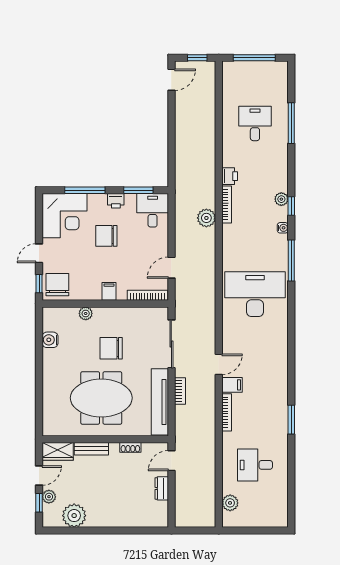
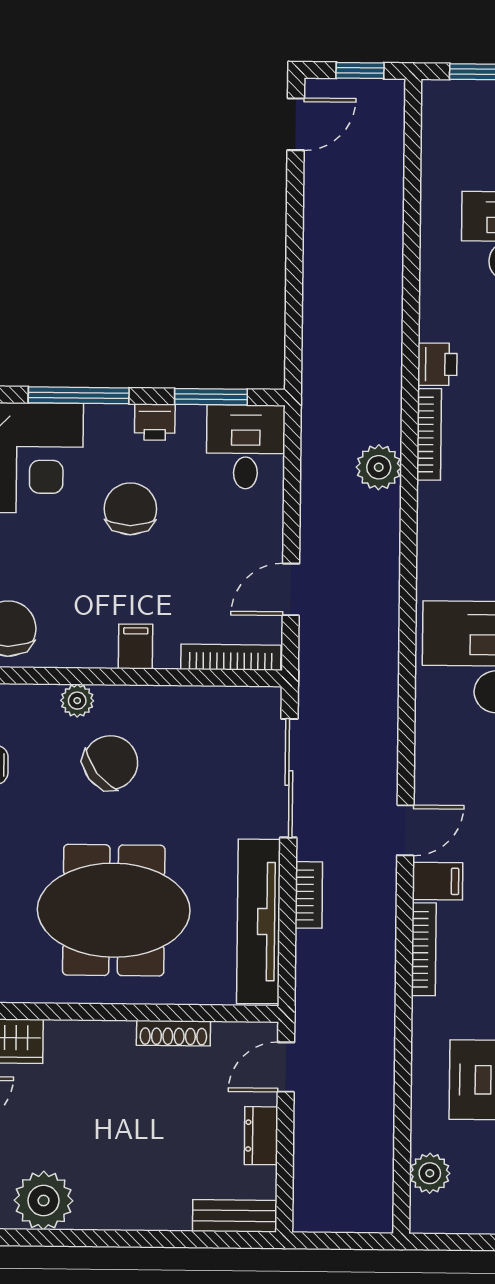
chair: (106, 236) -> (130, 509), turned 90
chair: (111, 348) -> (110, 763), moved, turned 142
shoe rack: (130, 447) -> (173, 1033), width x1.43
bench: (91, 449) -> (235, 1216), moved

